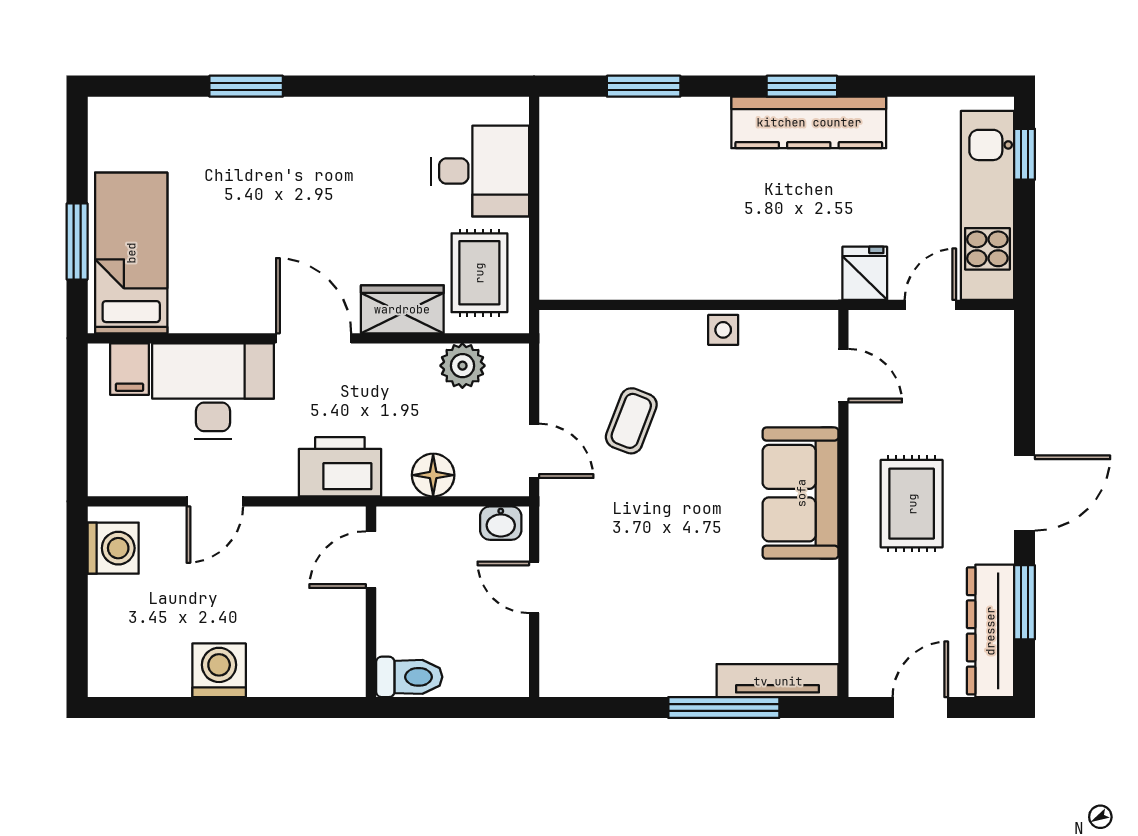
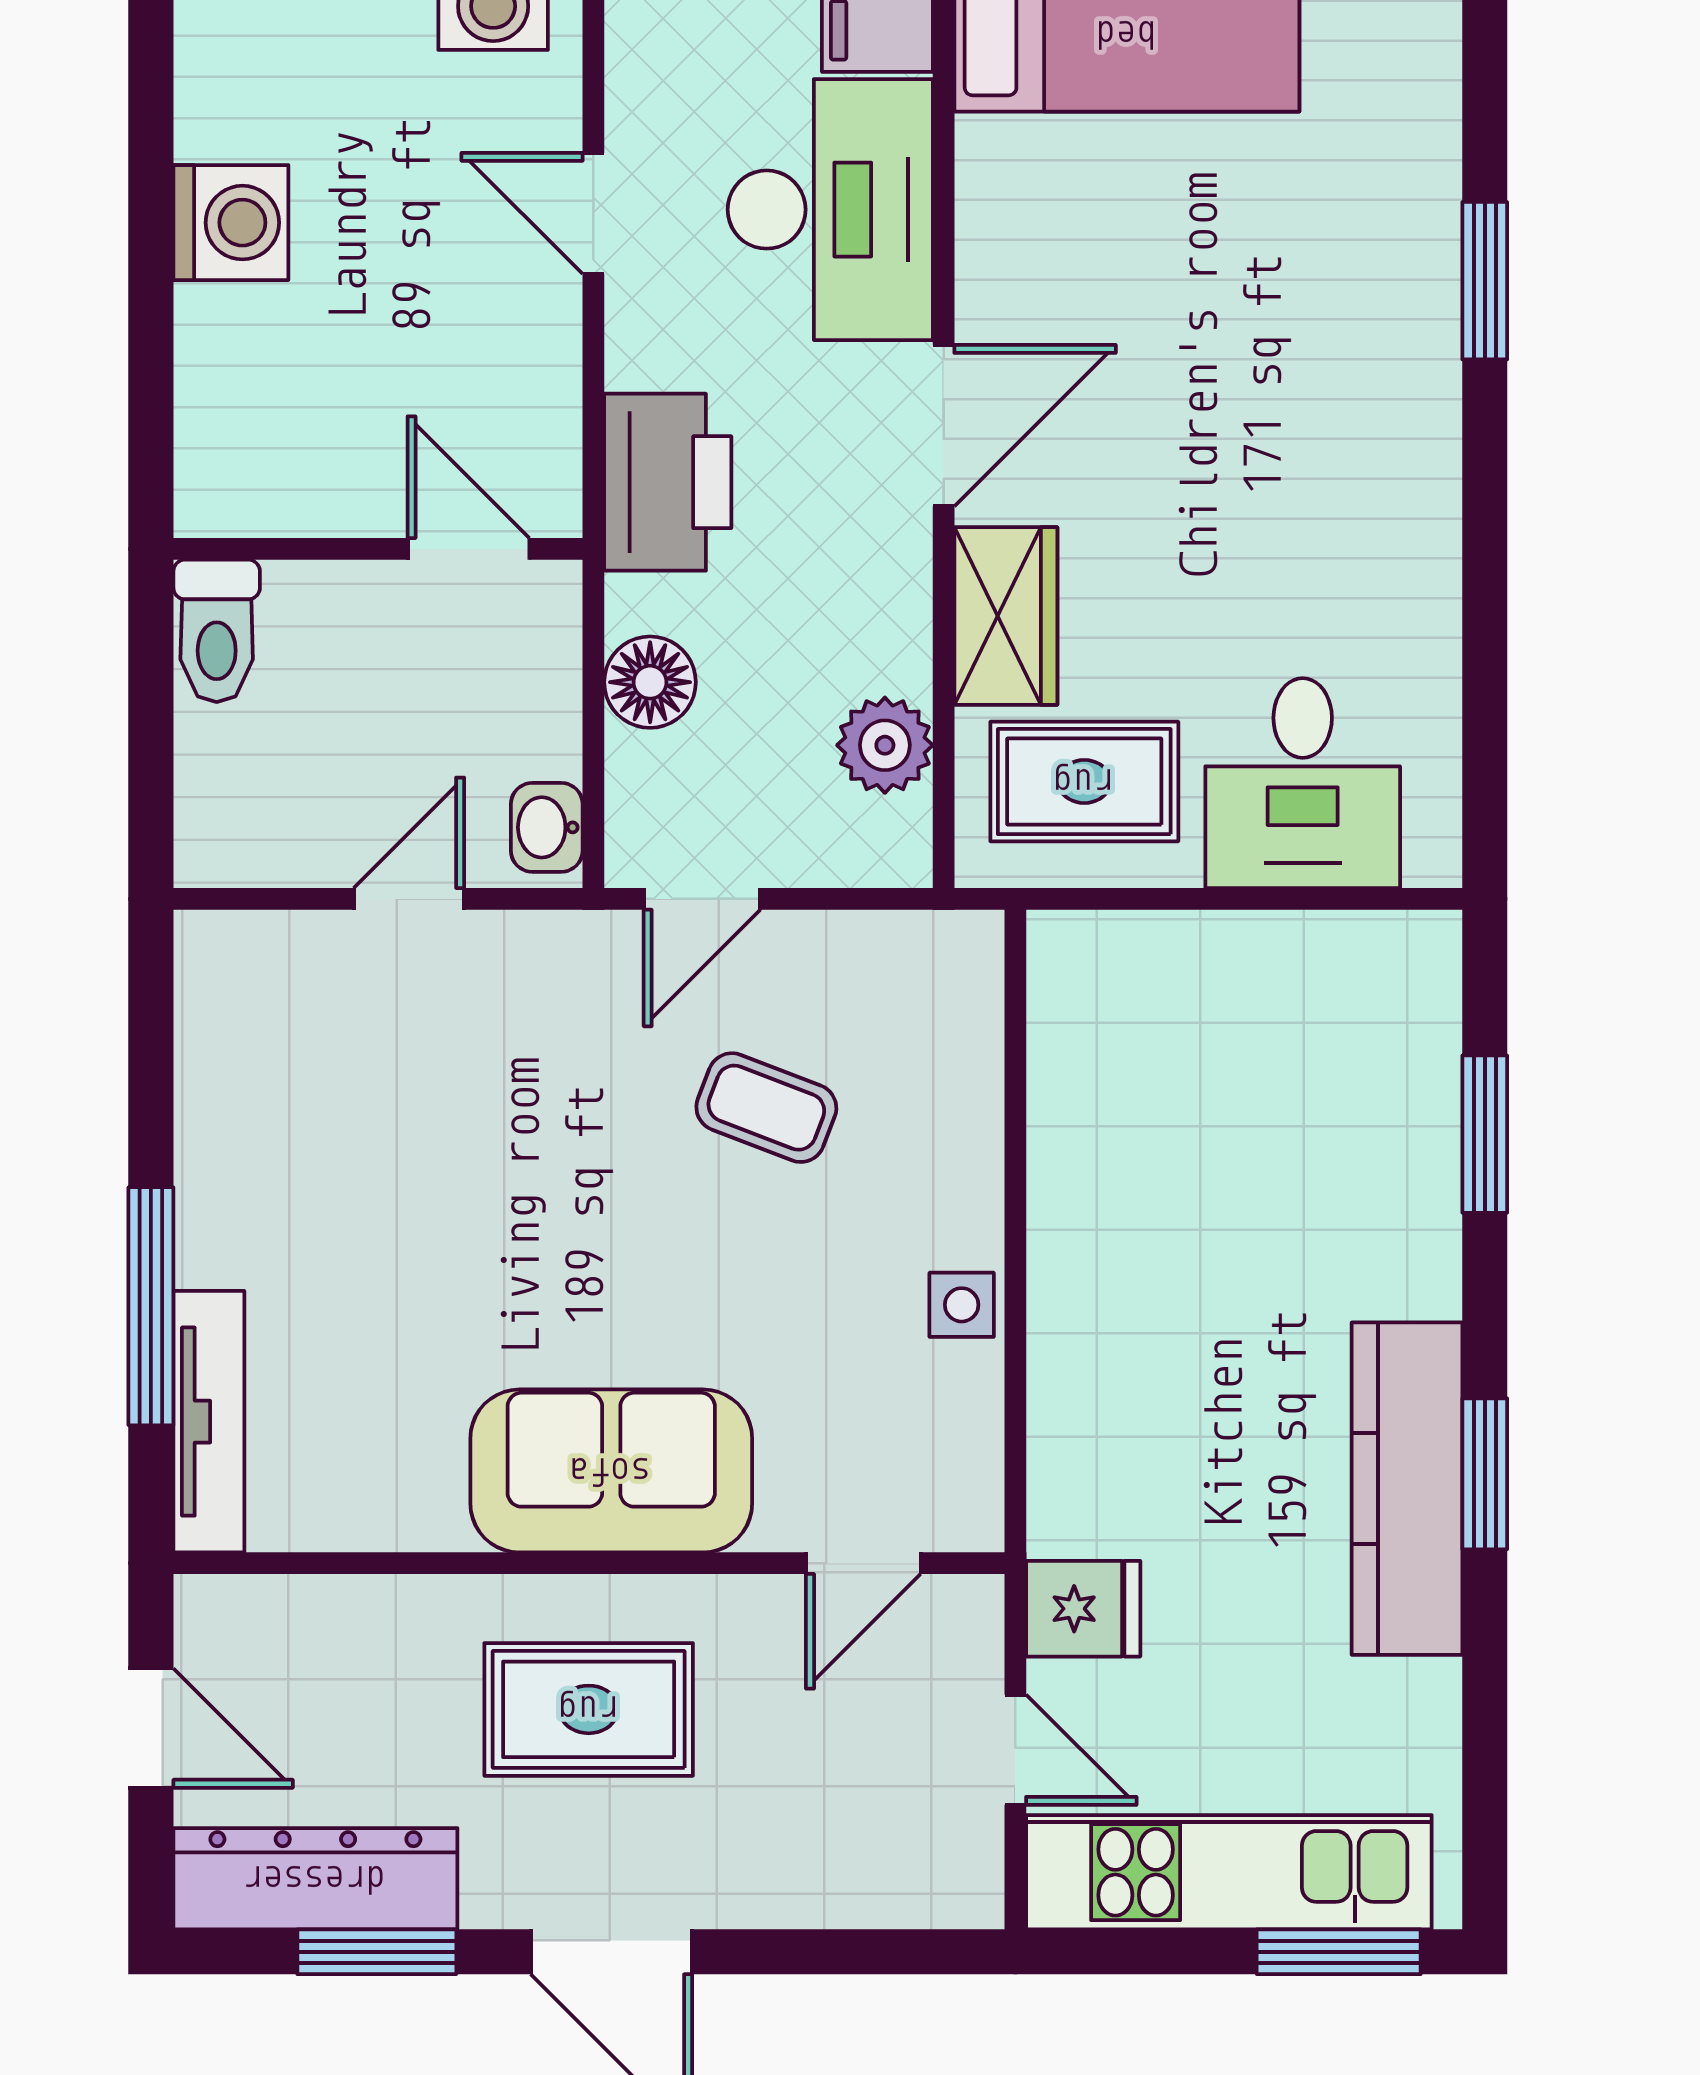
window: (1025, 154) -> (1339, 1952), width x1.50

